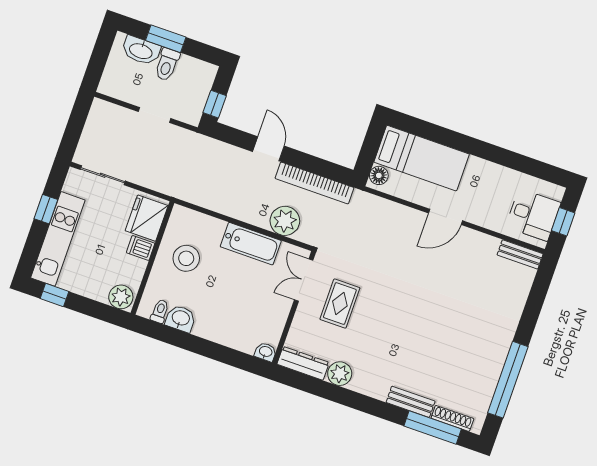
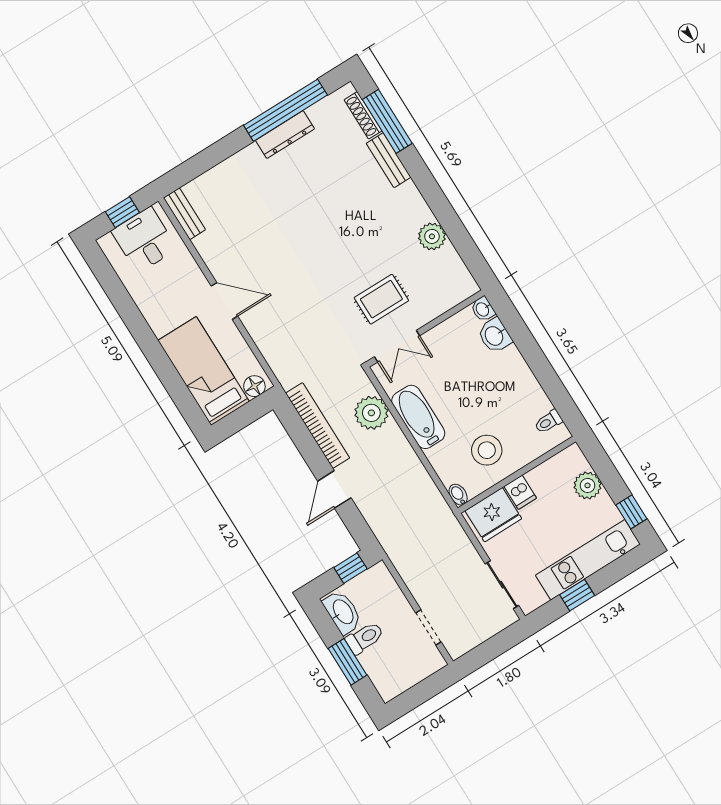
washbasin: (141, 51) -> (343, 612), moved
doorway: (155, 115) -> (428, 627), moved
bidet: (181, 213) -> (458, 495), added
plant: (121, 297) -> (587, 485), moved
washbasin: (181, 318) -> (495, 336), moved
dresser: (303, 363) -> (285, 135), moved, turned -90

